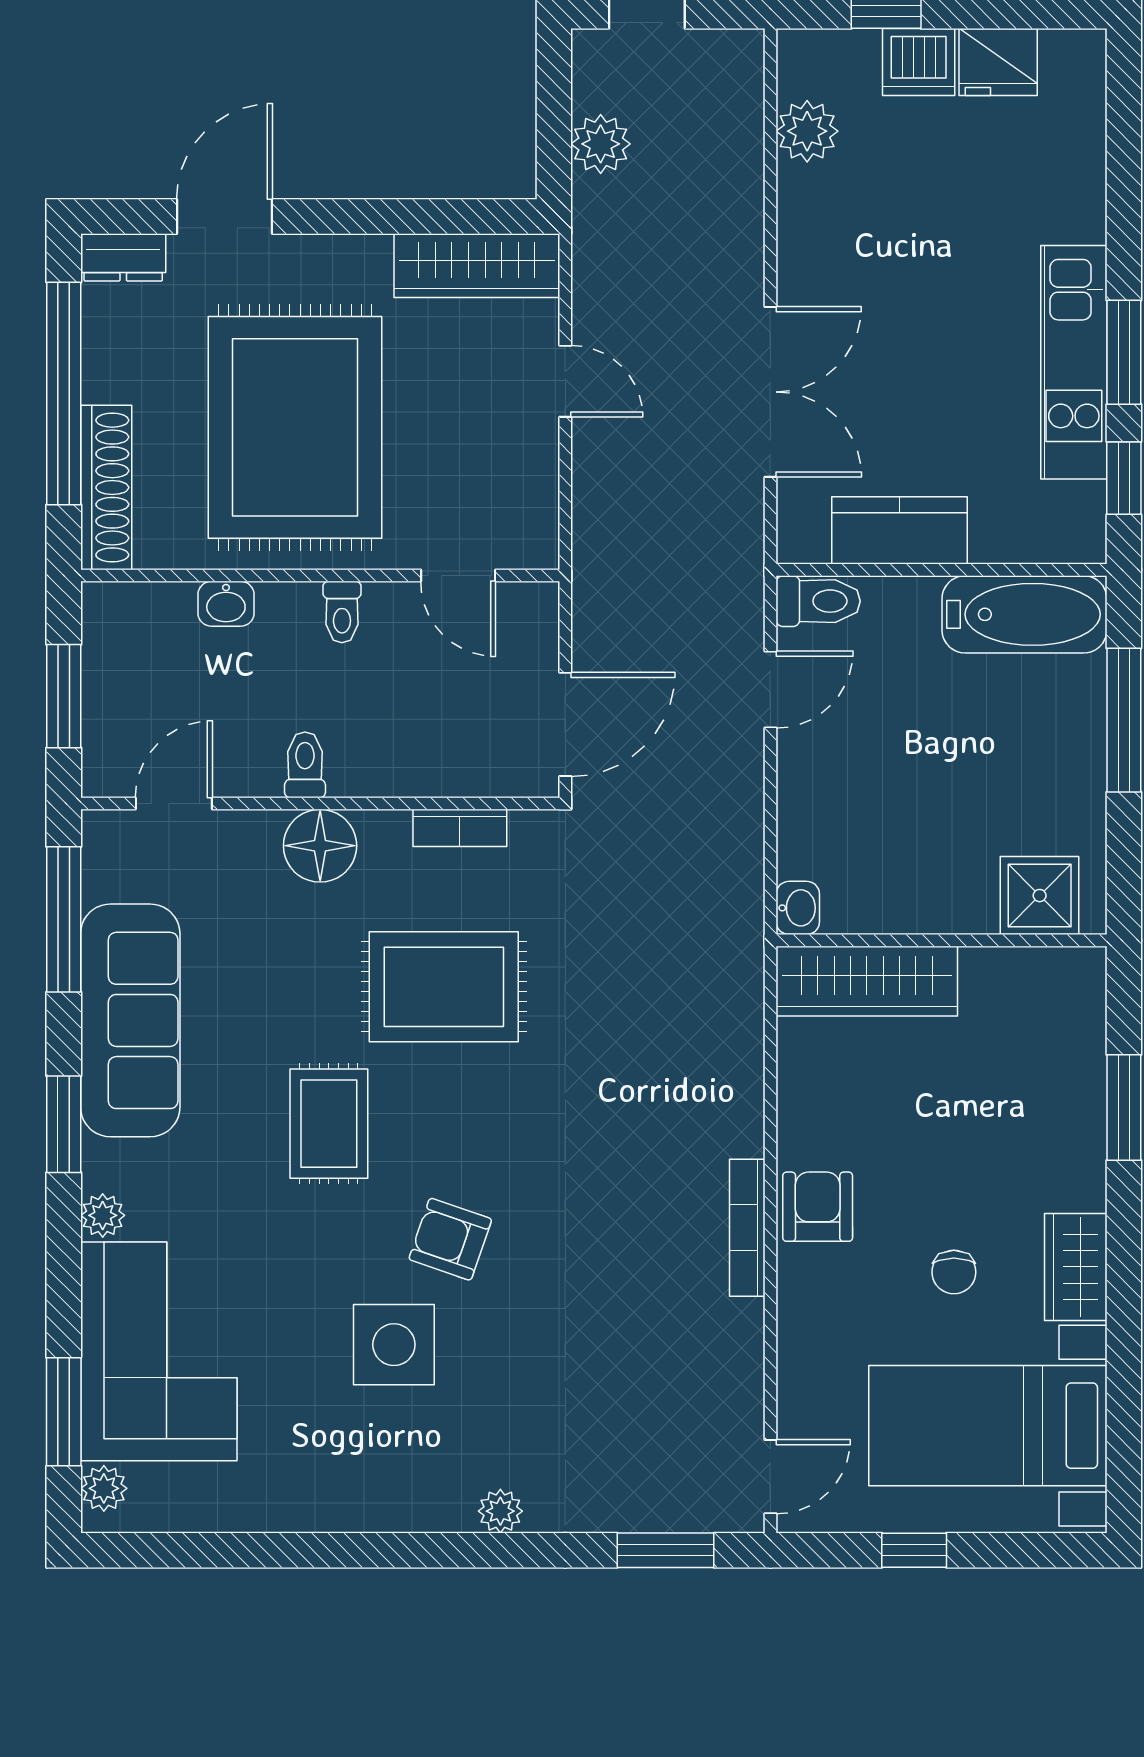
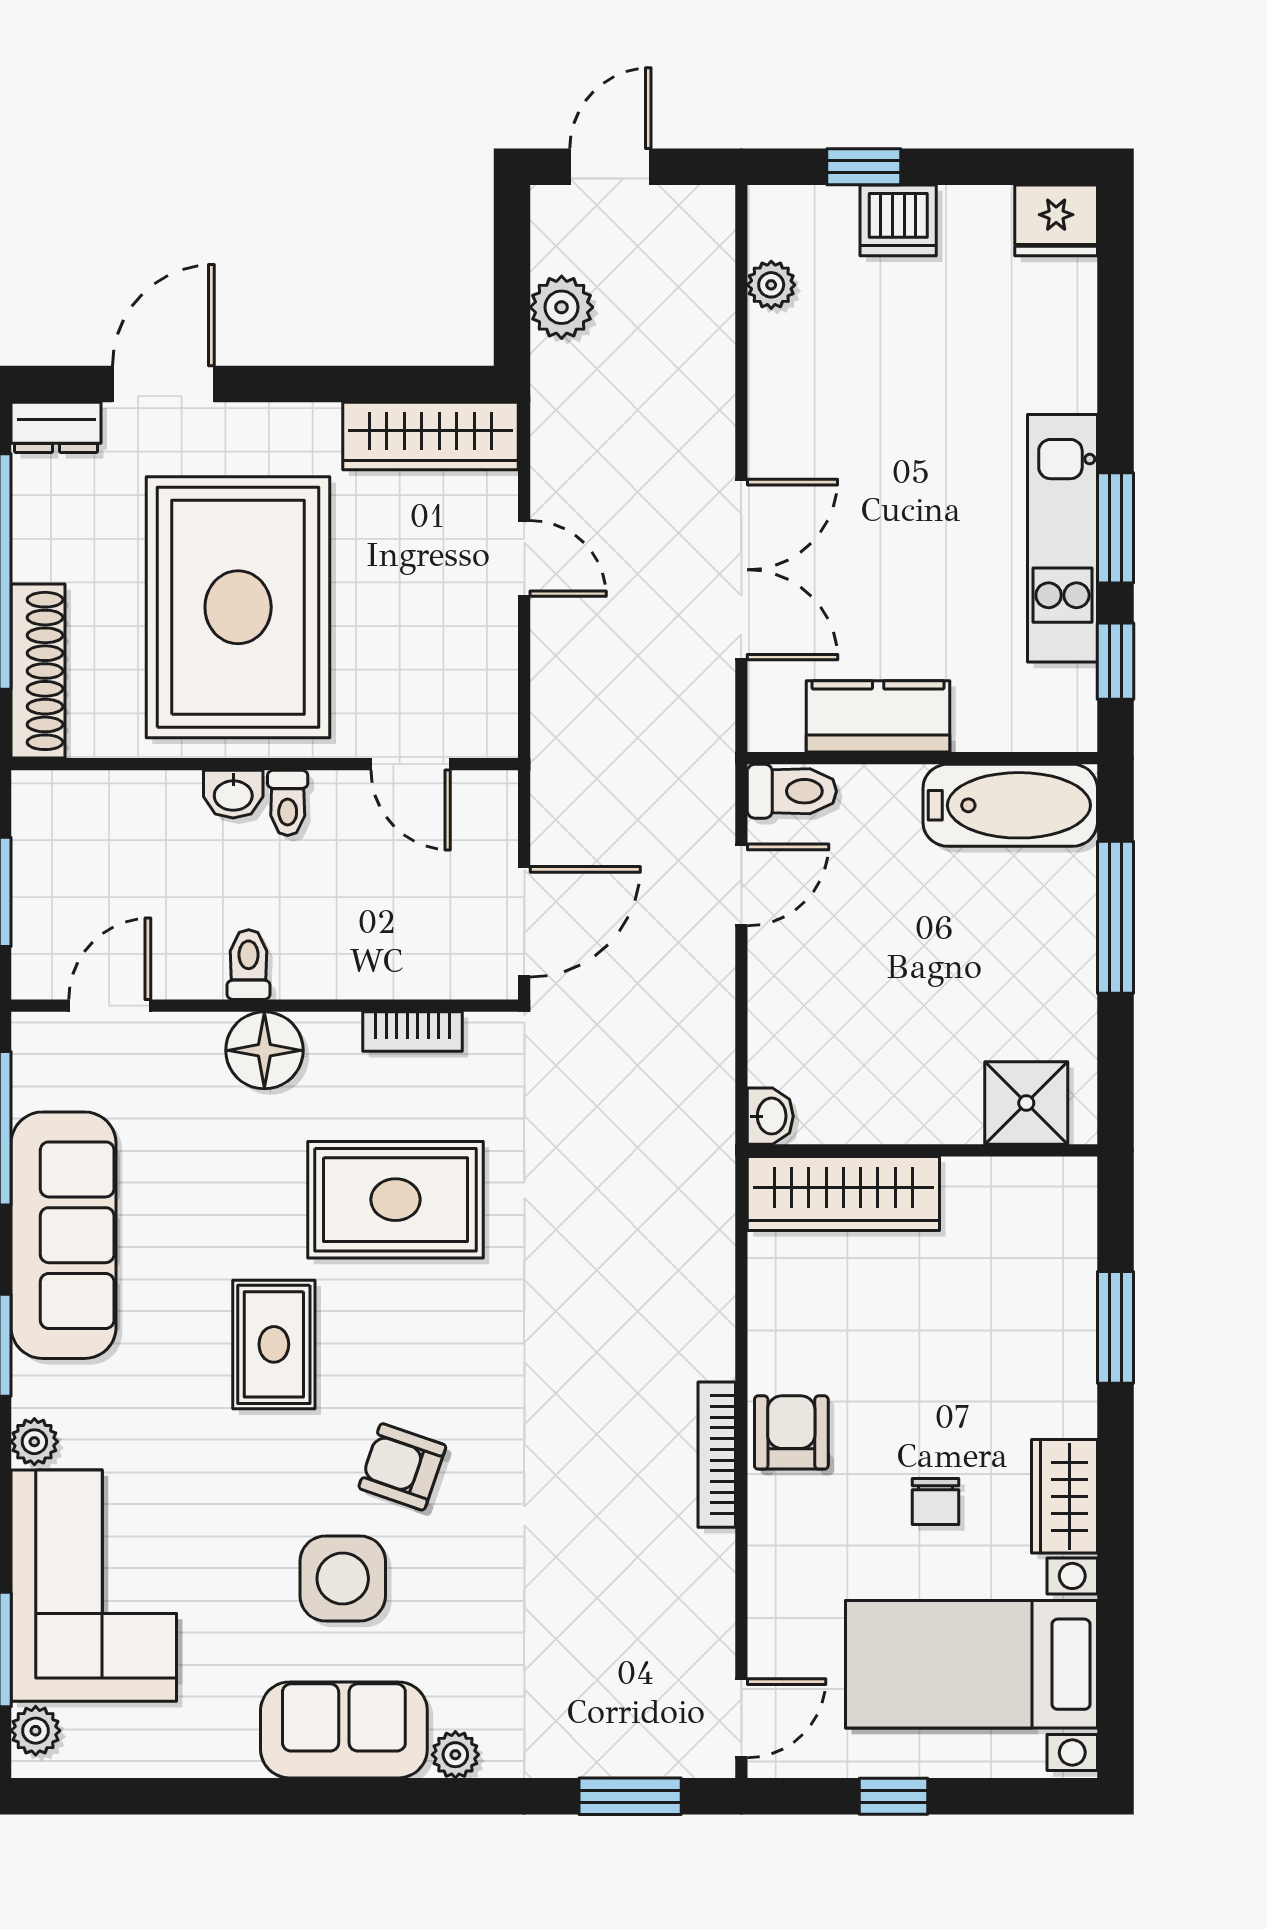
fridge: (998, 62) -> (1056, 220), moved
plant: (807, 131) -> (771, 285), width x0.73, depth x0.73
washbasin: (226, 604) -> (233, 794), moved
sofa: (395, 1488) -> (344, 1730), added

